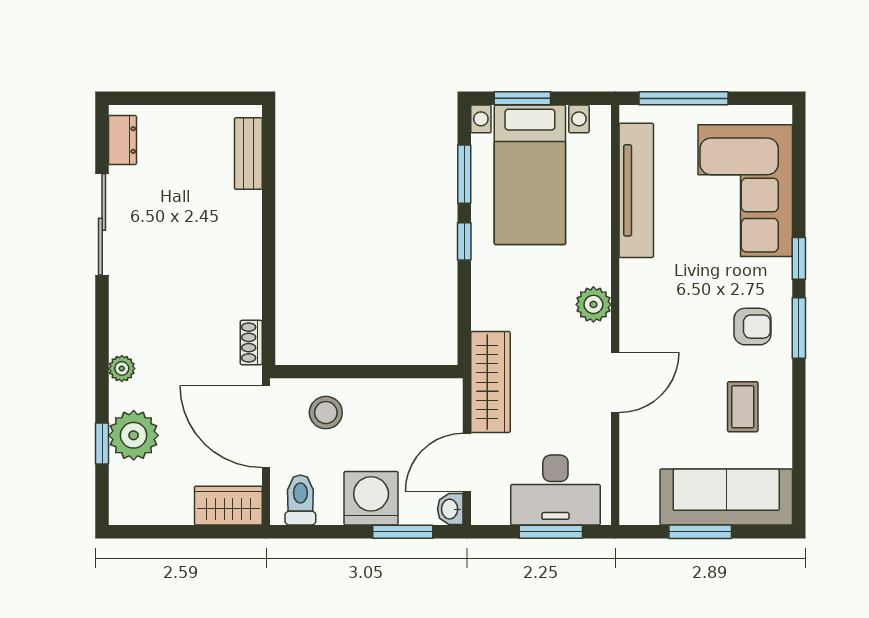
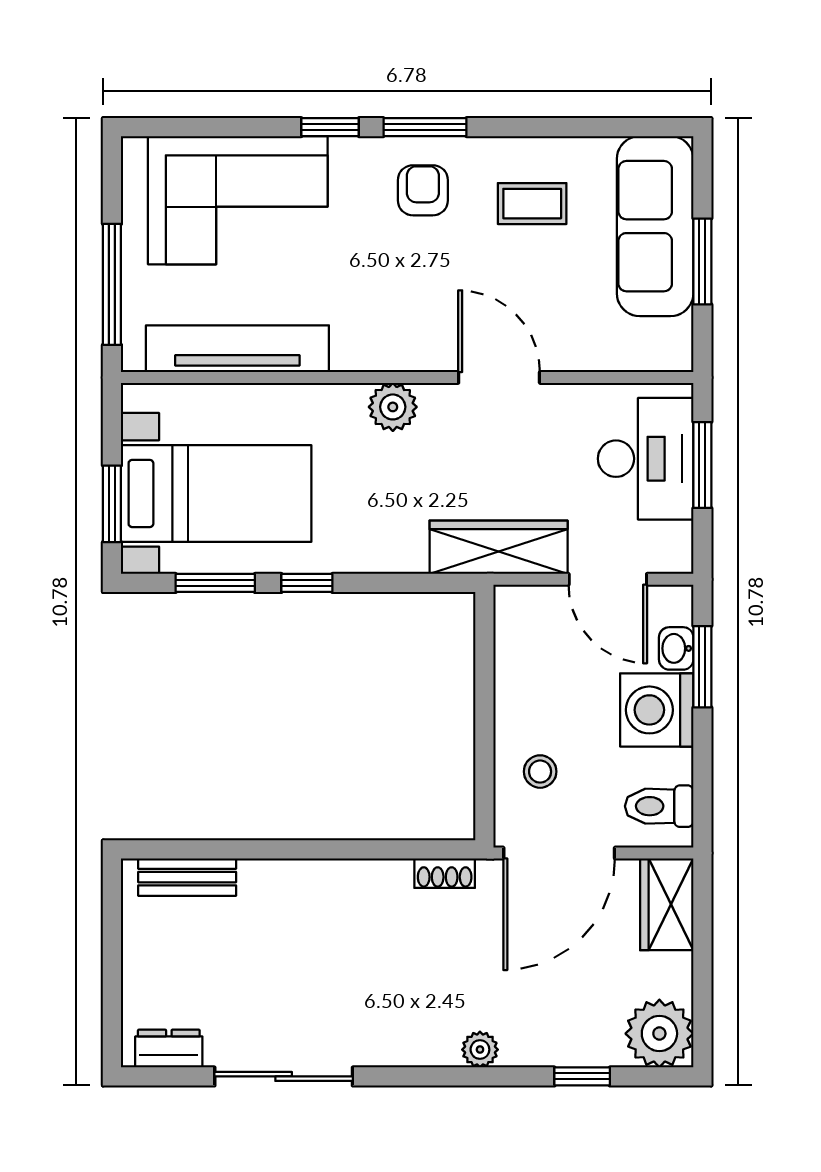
stool: (326, 413) -> (540, 772), width x0.73, depth x0.73
plant: (134, 435) -> (659, 1034), moved
washbasin: (450, 509) -> (676, 648), moved, turned 90

